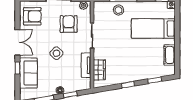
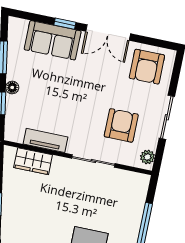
stool: (119, 10) -> (127, 215), removed
armchair: (69, 24) -> (121, 125), turned -90
side table: (56, 53) -> (76, 95), removed

